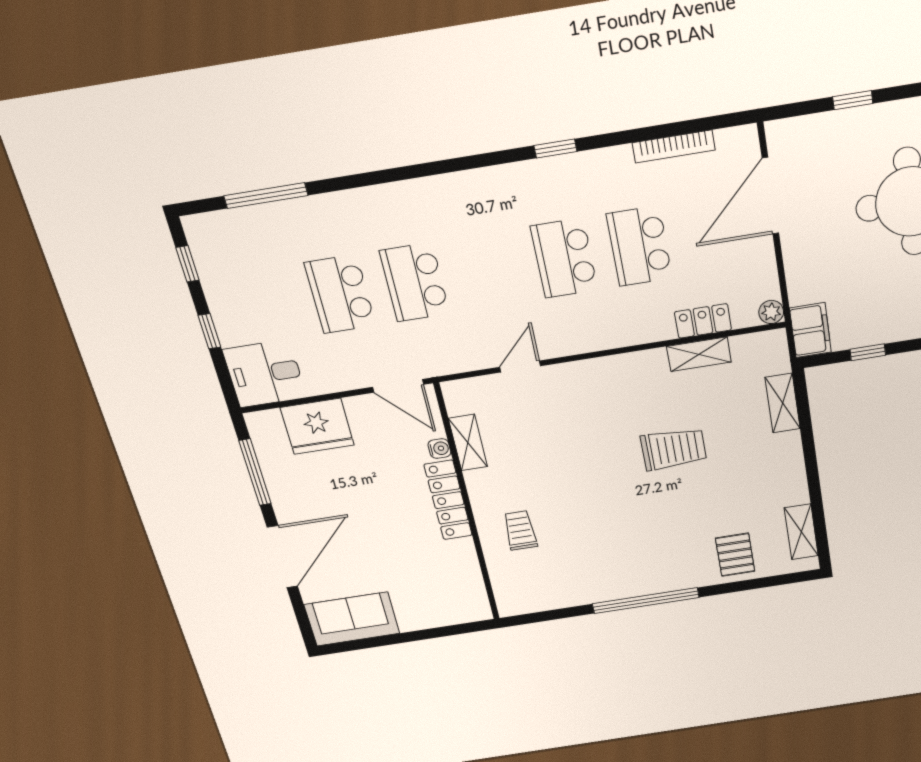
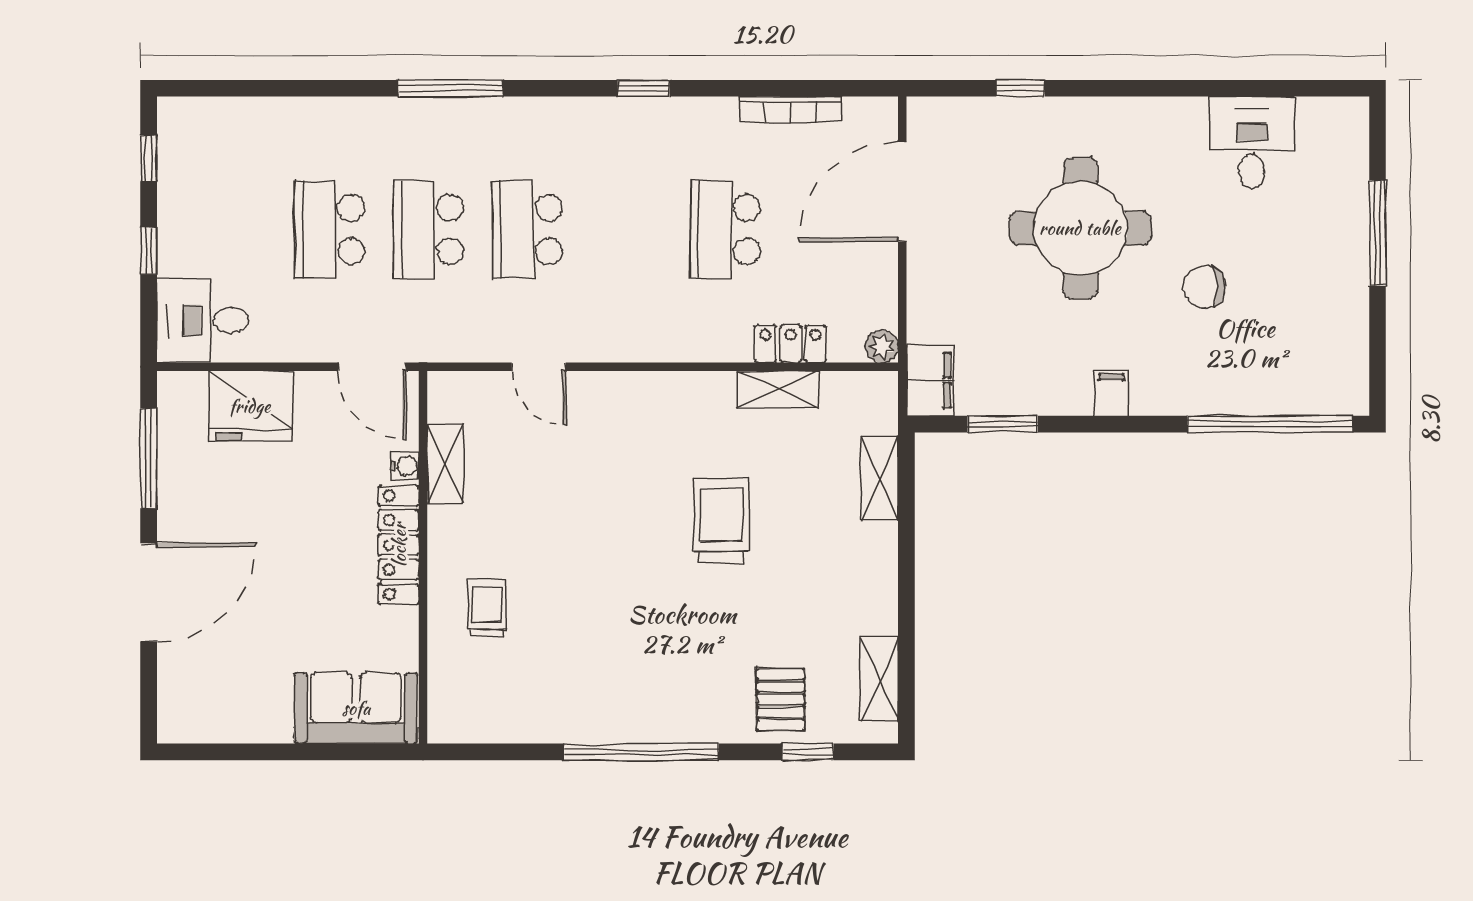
window: (266, 196) -> (451, 88), moved
school desk: (564, 258) -> (527, 230), moved
window: (868, 352) -> (1003, 424), width x1.50
door: (520, 366) -> (539, 367), swing flipped
trolley: (674, 449) -> (721, 521), turned -90
window: (759, 583) -> (808, 752), added
sofa: (352, 619) -> (356, 708), moved

